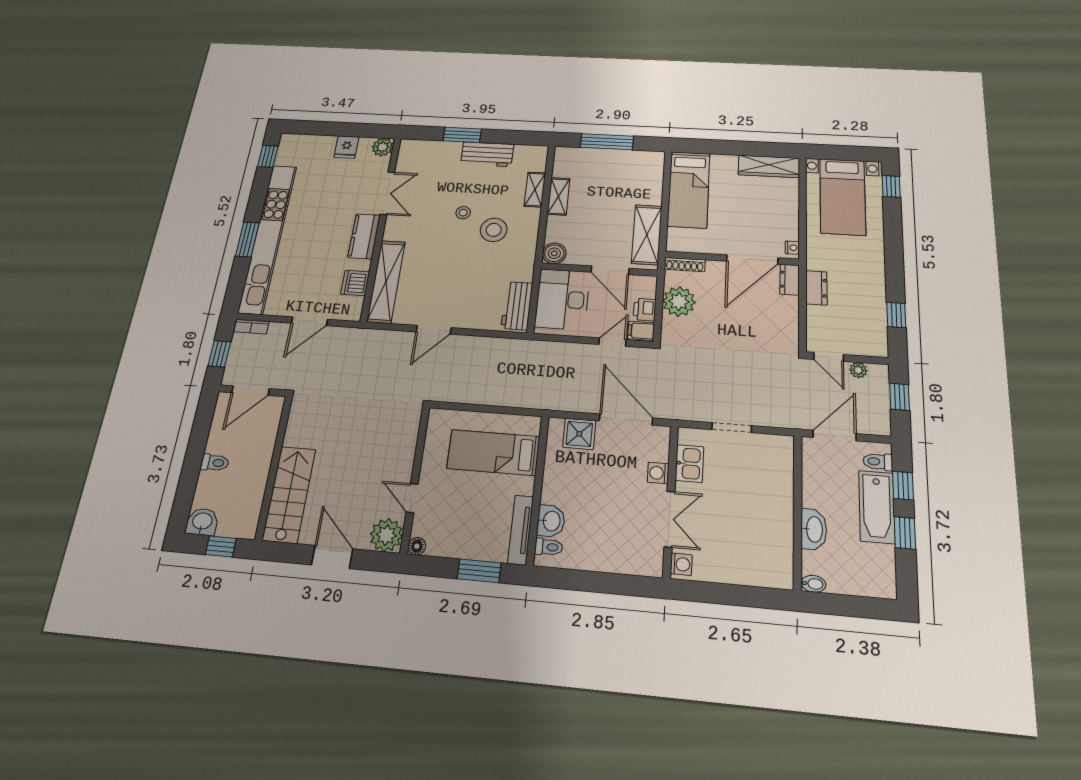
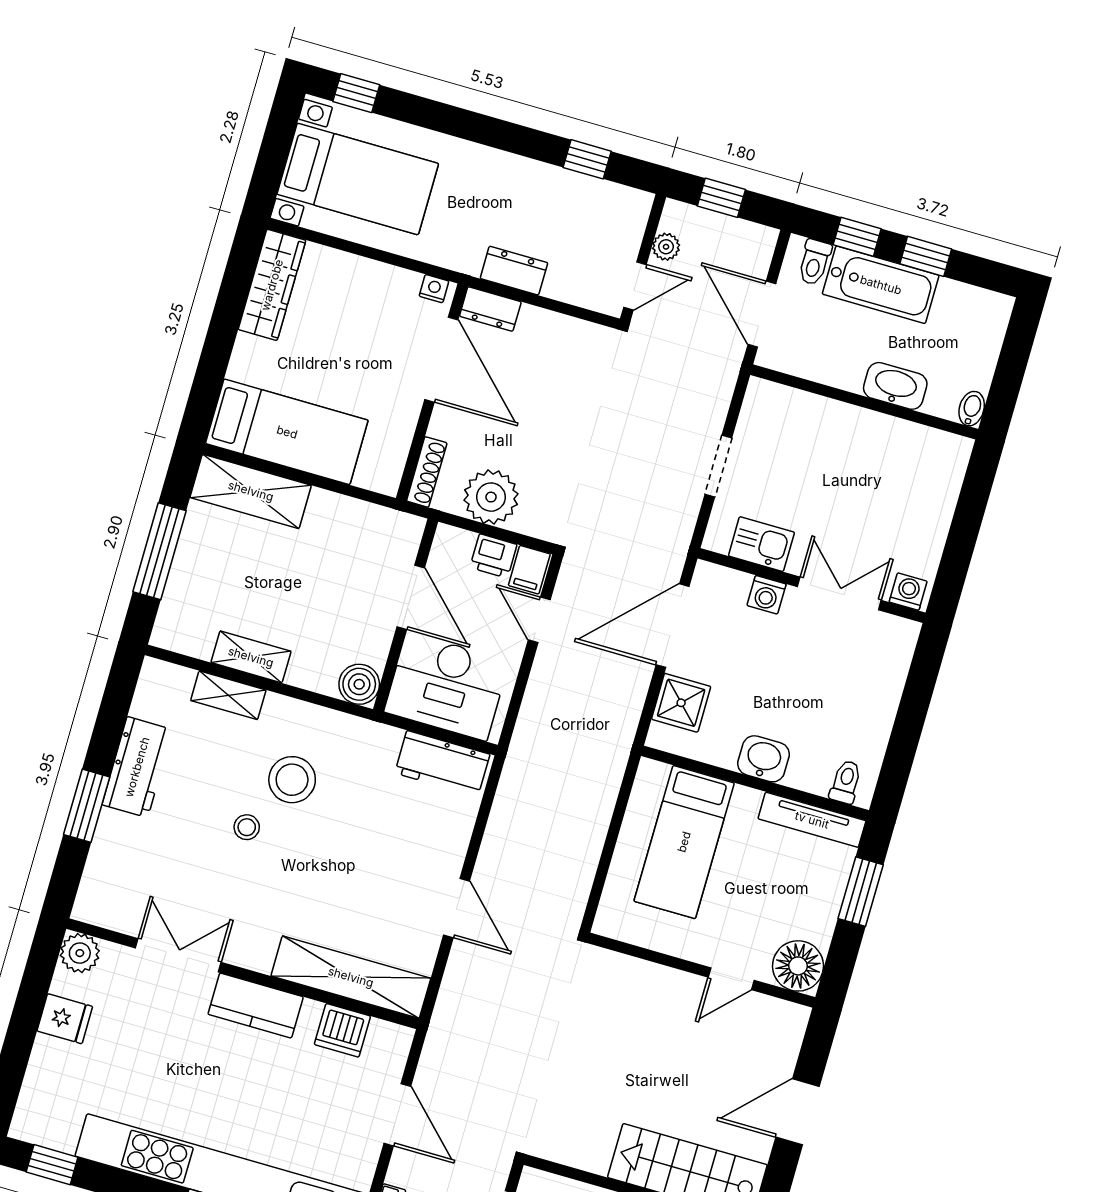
shelving: (647, 235) -> (251, 491), moved
door: (610, 270) -> (411, 597), hinge flipped
washbasin: (551, 521) -> (764, 759), moved
plant: (386, 535) -> (781, 1025), removed
floor lamp: (417, 546) -> (798, 966), width x1.89, depth x1.89

